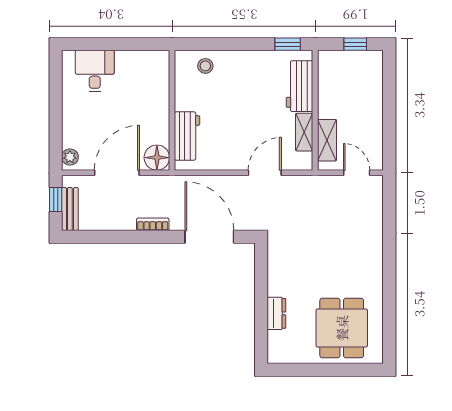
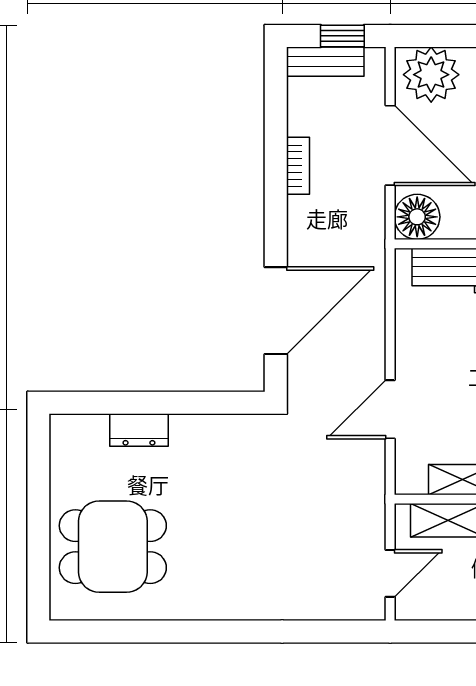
plant: (70, 157) -> (431, 75), width x1.88, depth x1.88
door: (265, 173) -> (390, 409), swing flipped
bookcase: (153, 224) -> (298, 166), moved

